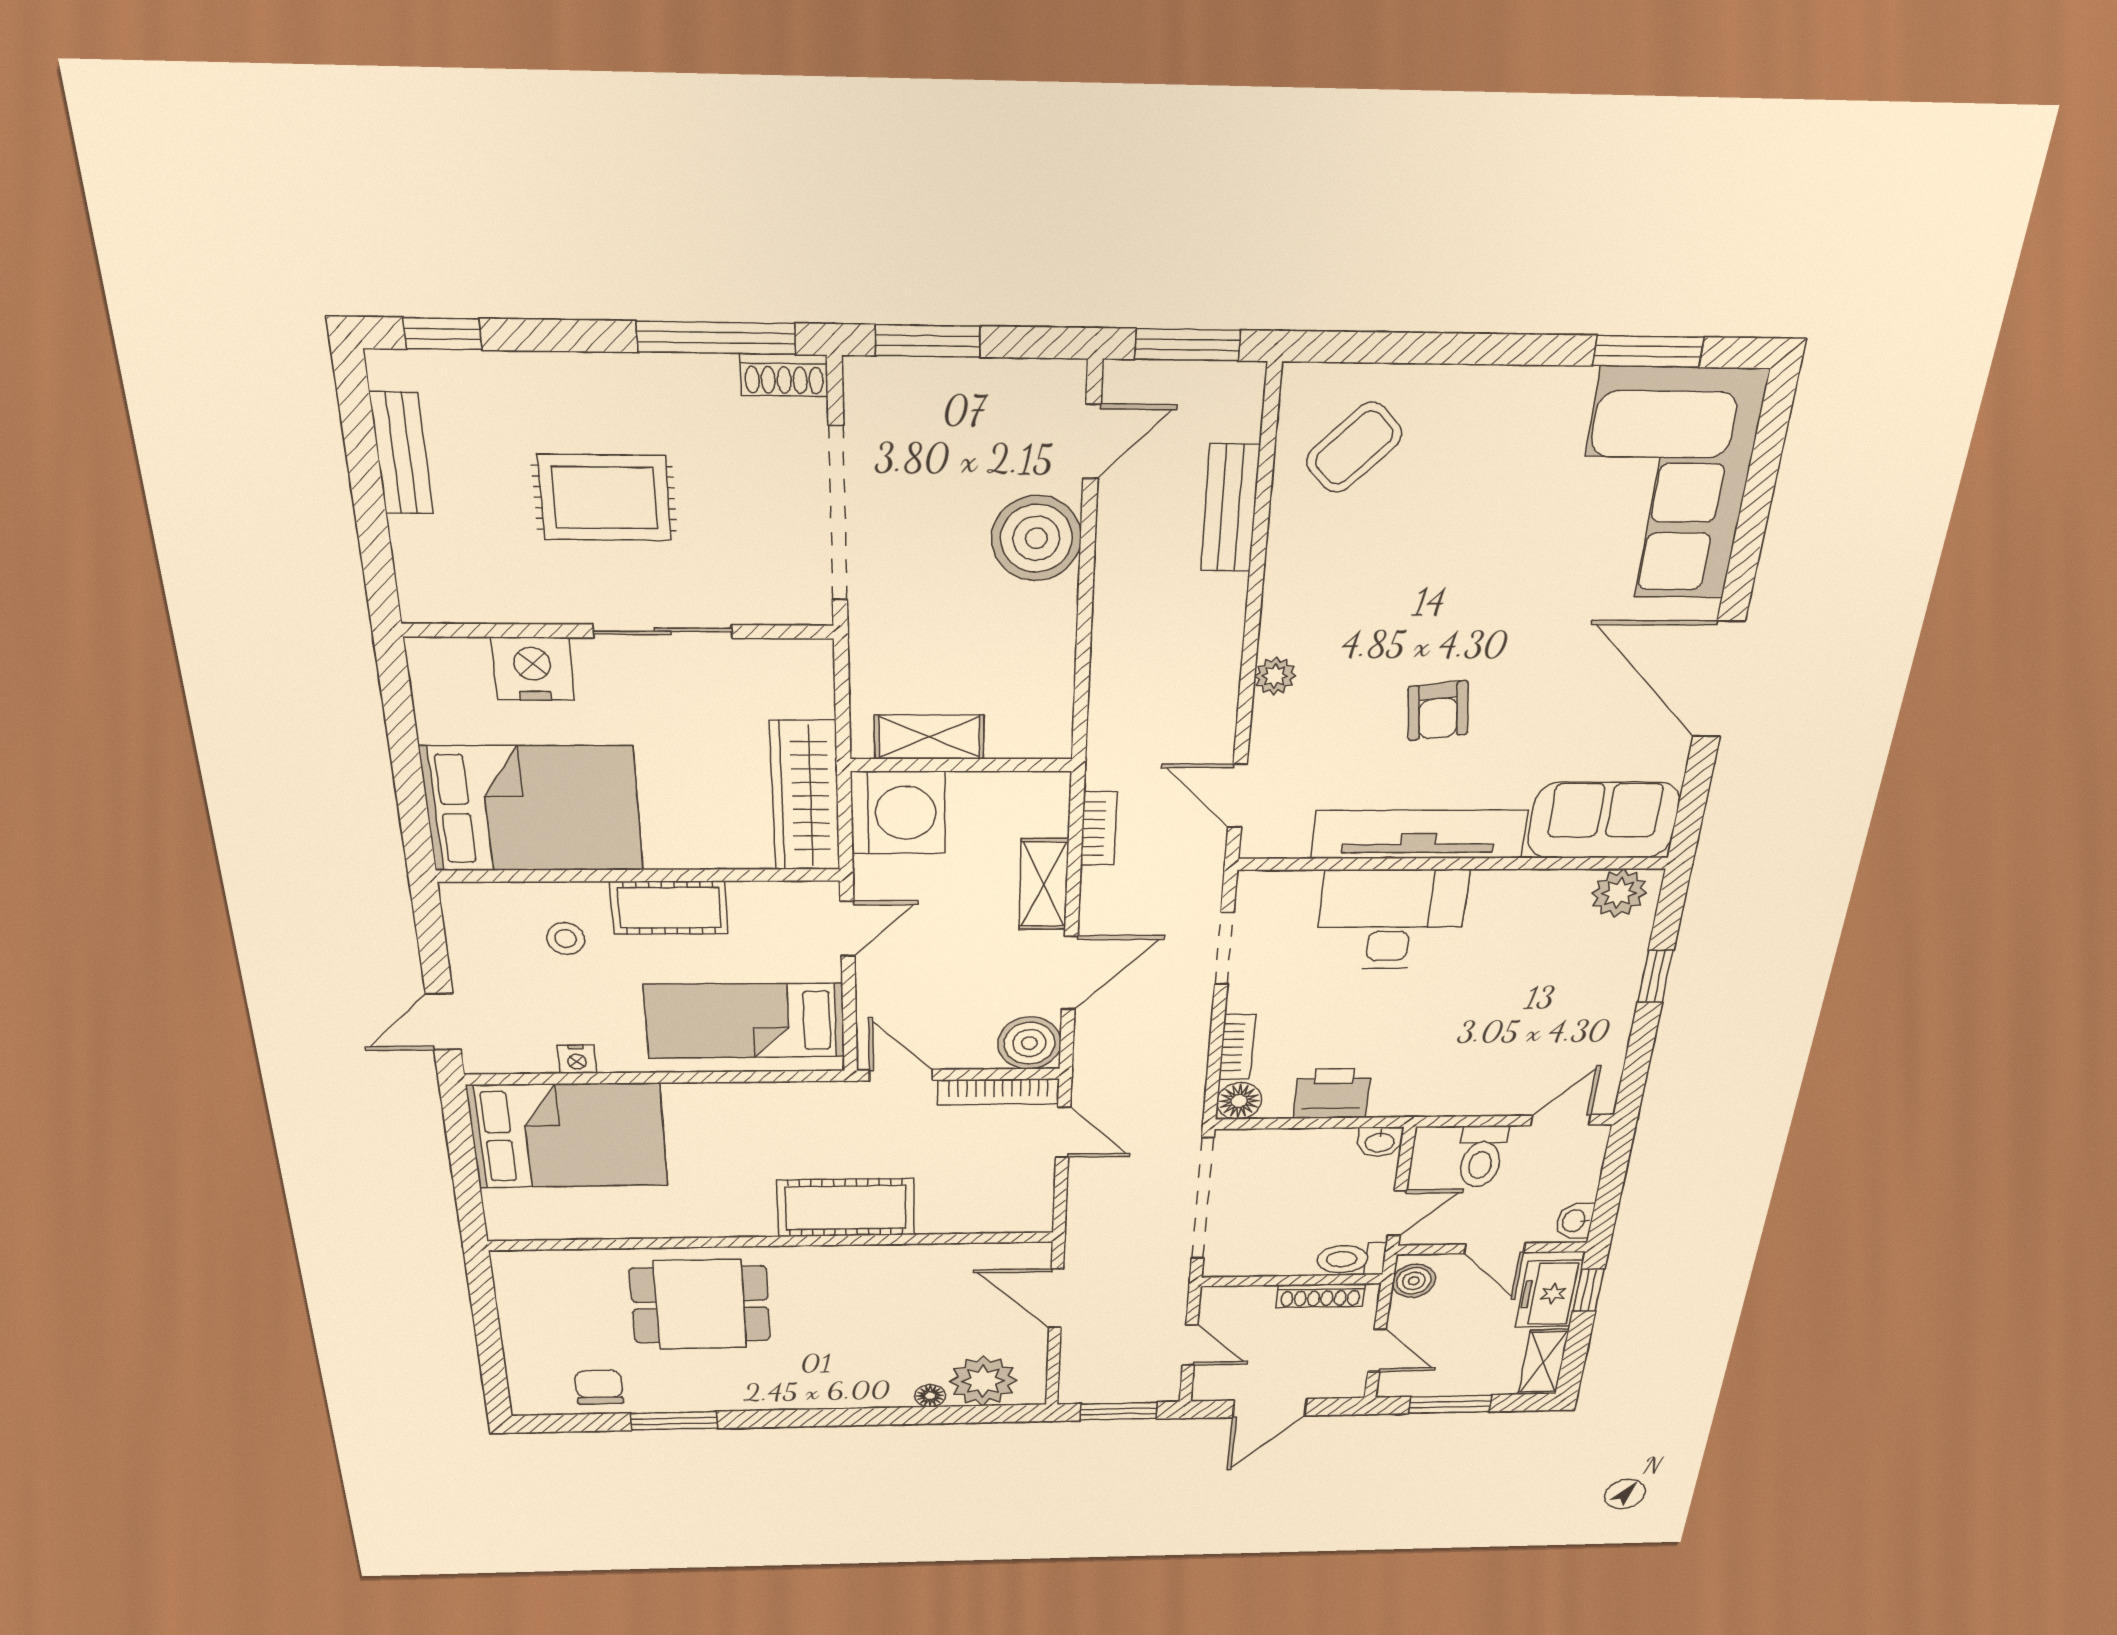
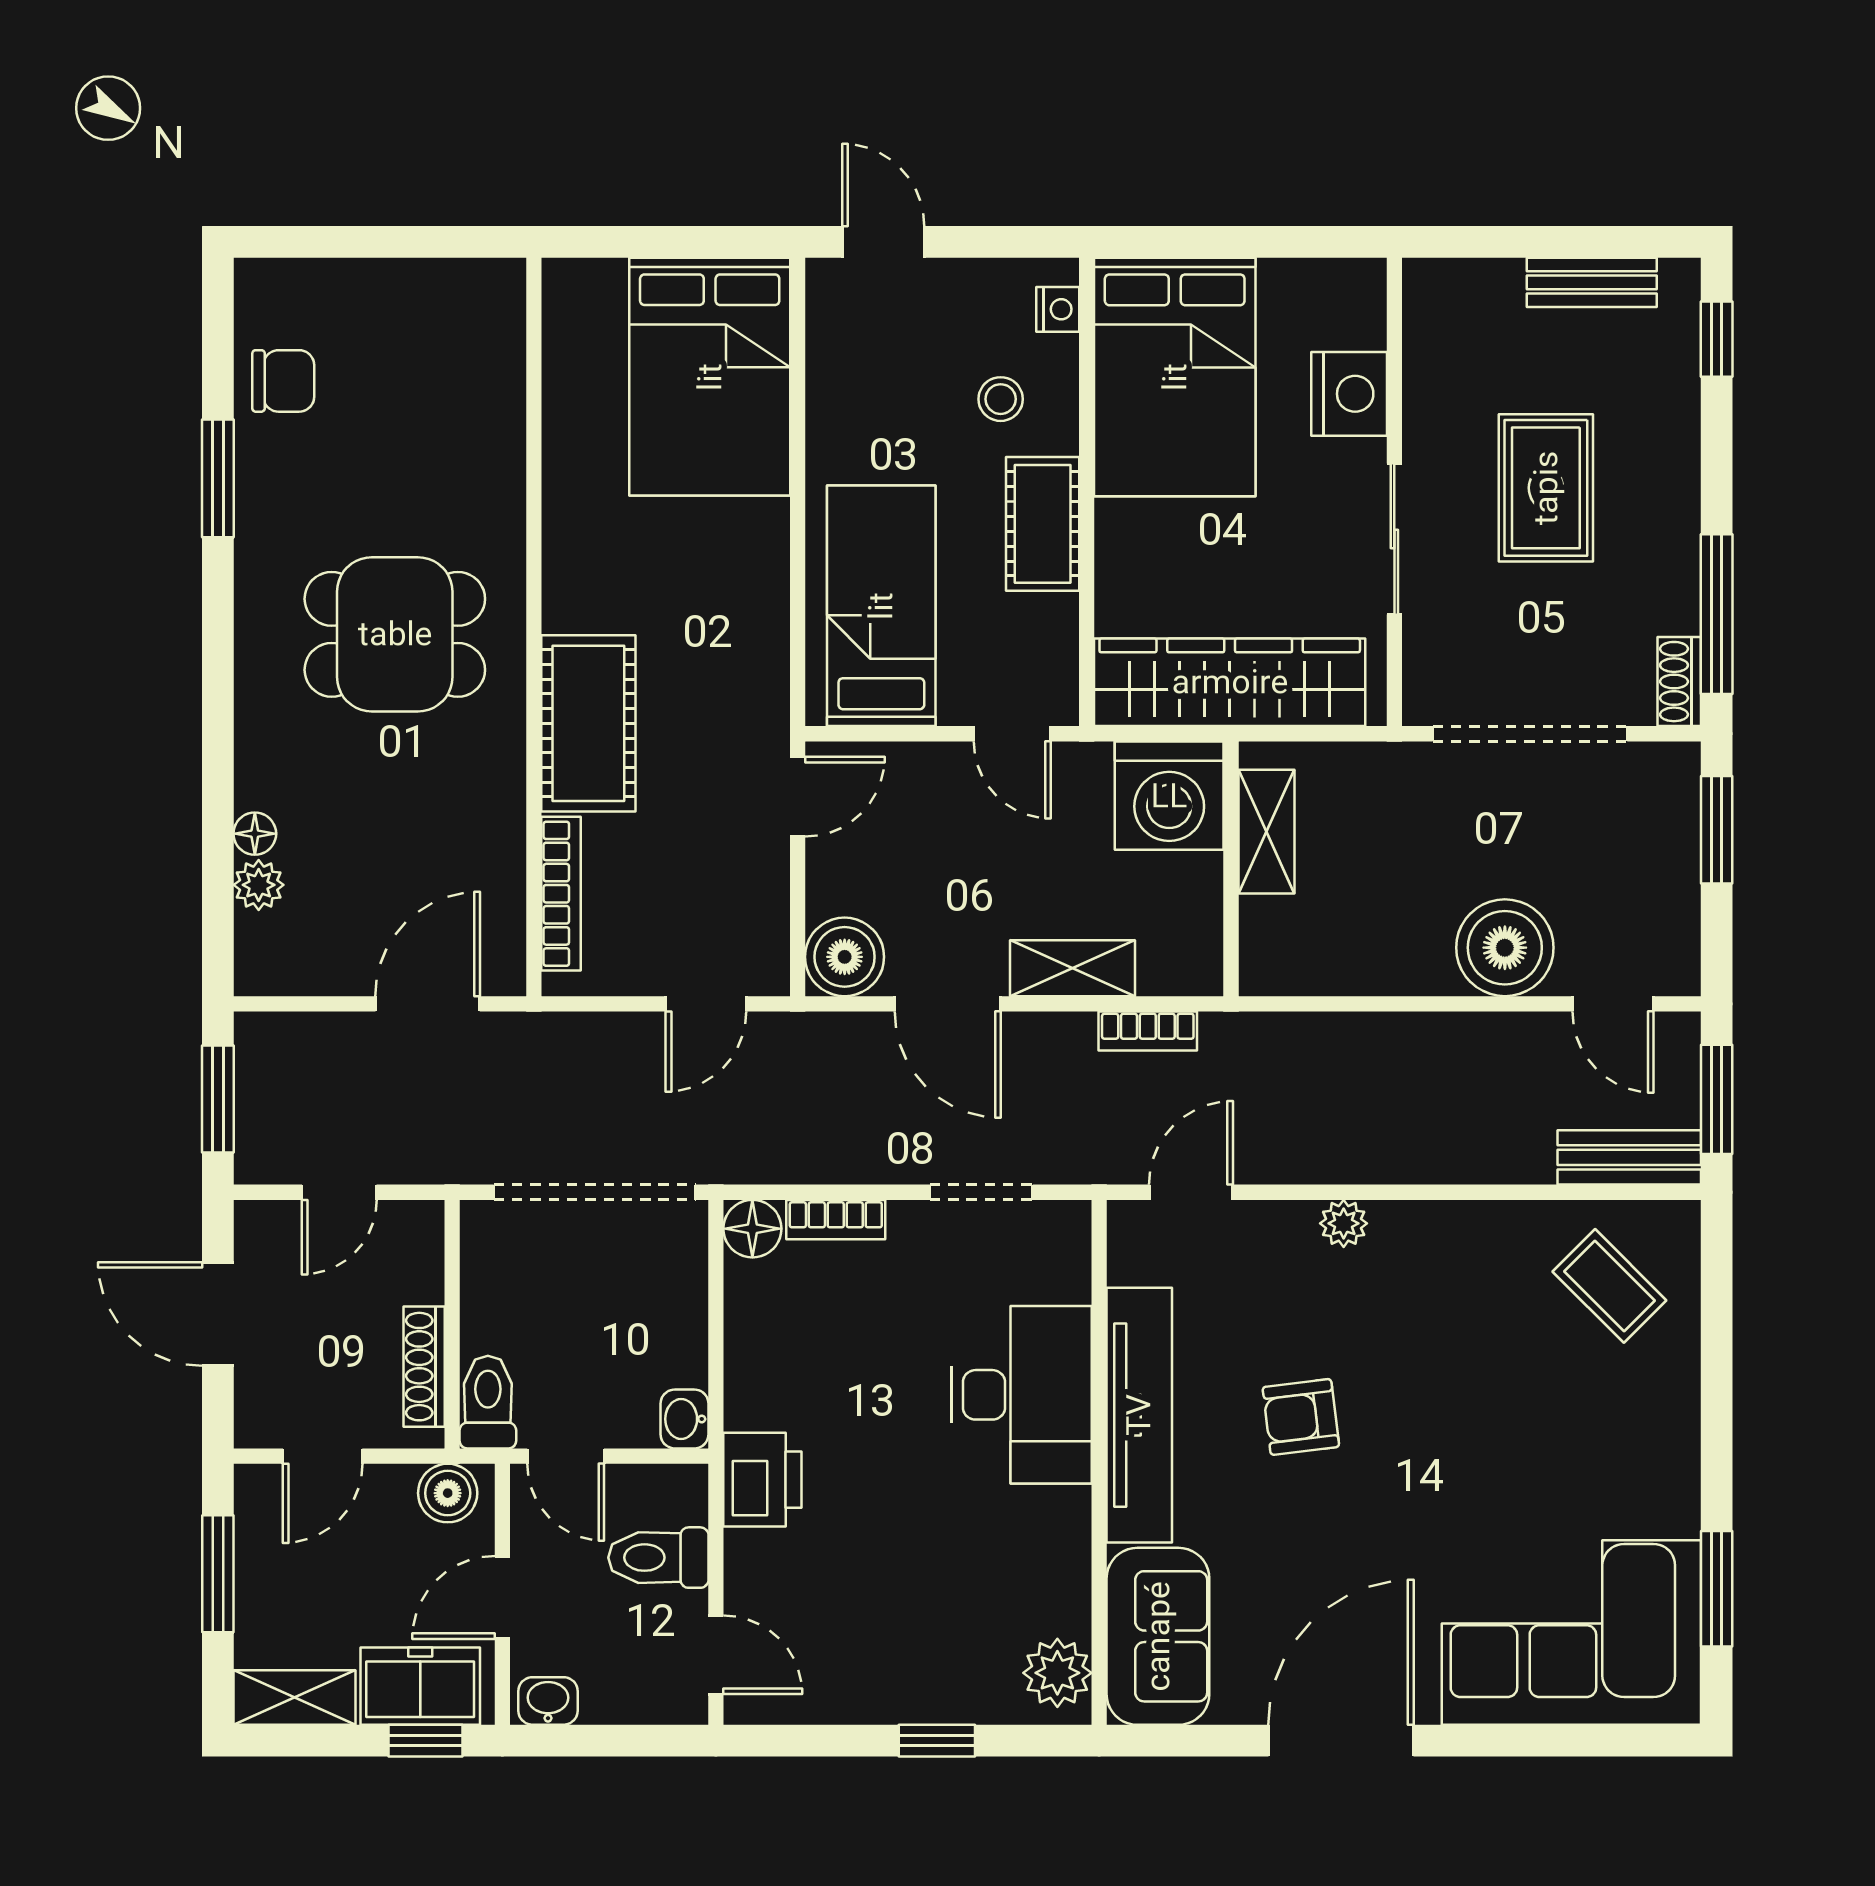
bench: (1230, 508) -> (1629, 1157), moved
wardrobe: (805, 796) -> (1230, 682), width x1.40, depth x1.17
nightstand: (577, 1059) -> (1058, 309), moved, turned 180
bookcase: (998, 1092) -> (561, 894), moved, turned 180
printer: (1332, 1094) -> (762, 1480), moved
dining table: (700, 1305) -> (395, 634), moved, turned 90
plant: (983, 1381) -> (259, 885), width x0.53, depth x0.53

